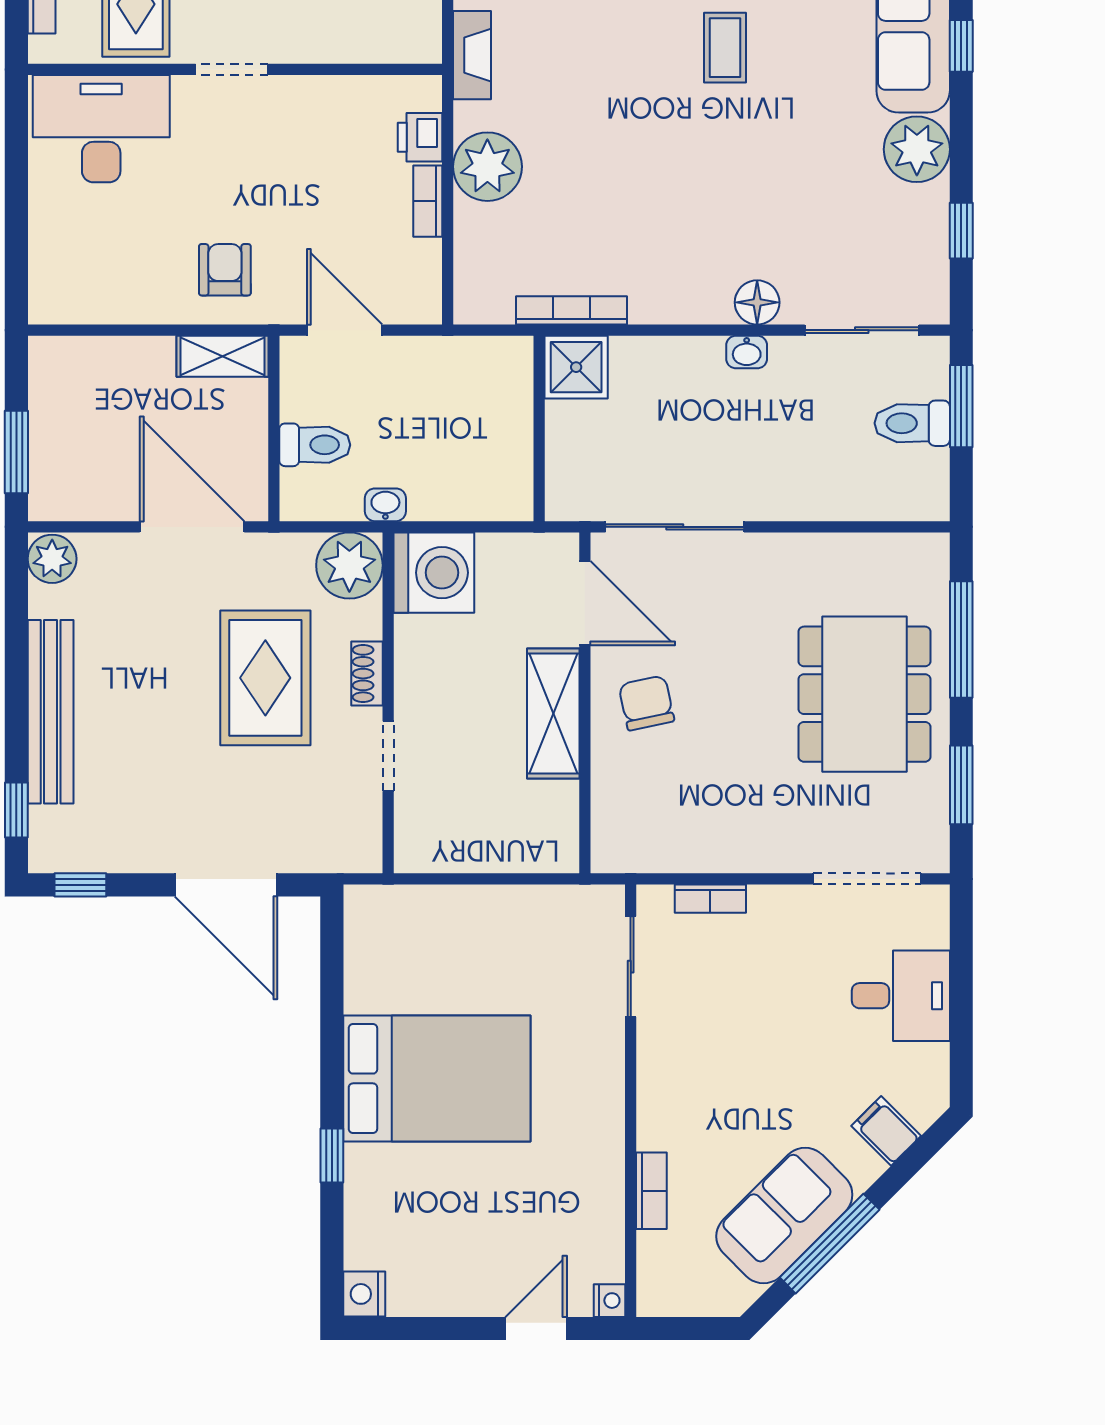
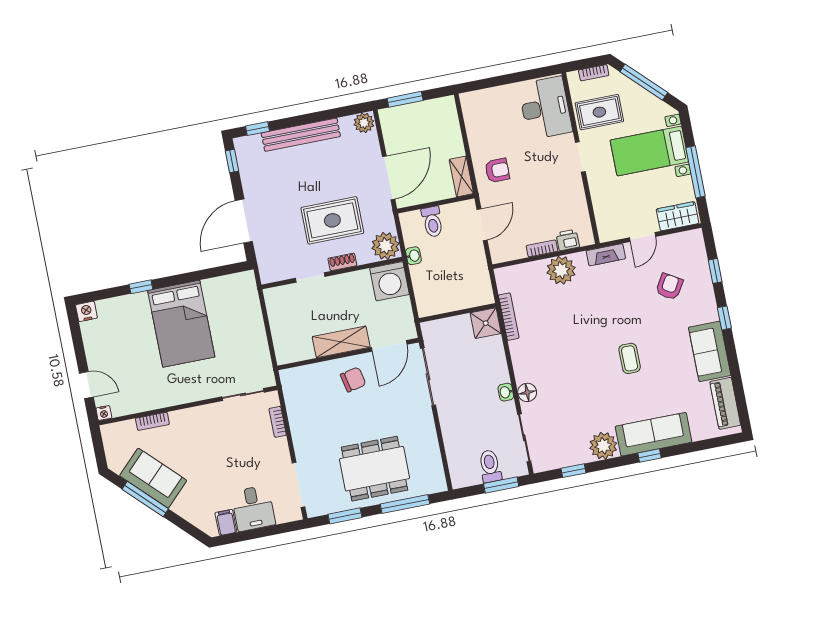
coffee table: (725, 48) -> (630, 358), turned 90
filing cabinet: (886, 1131) -> (226, 522), moved, turned -45

